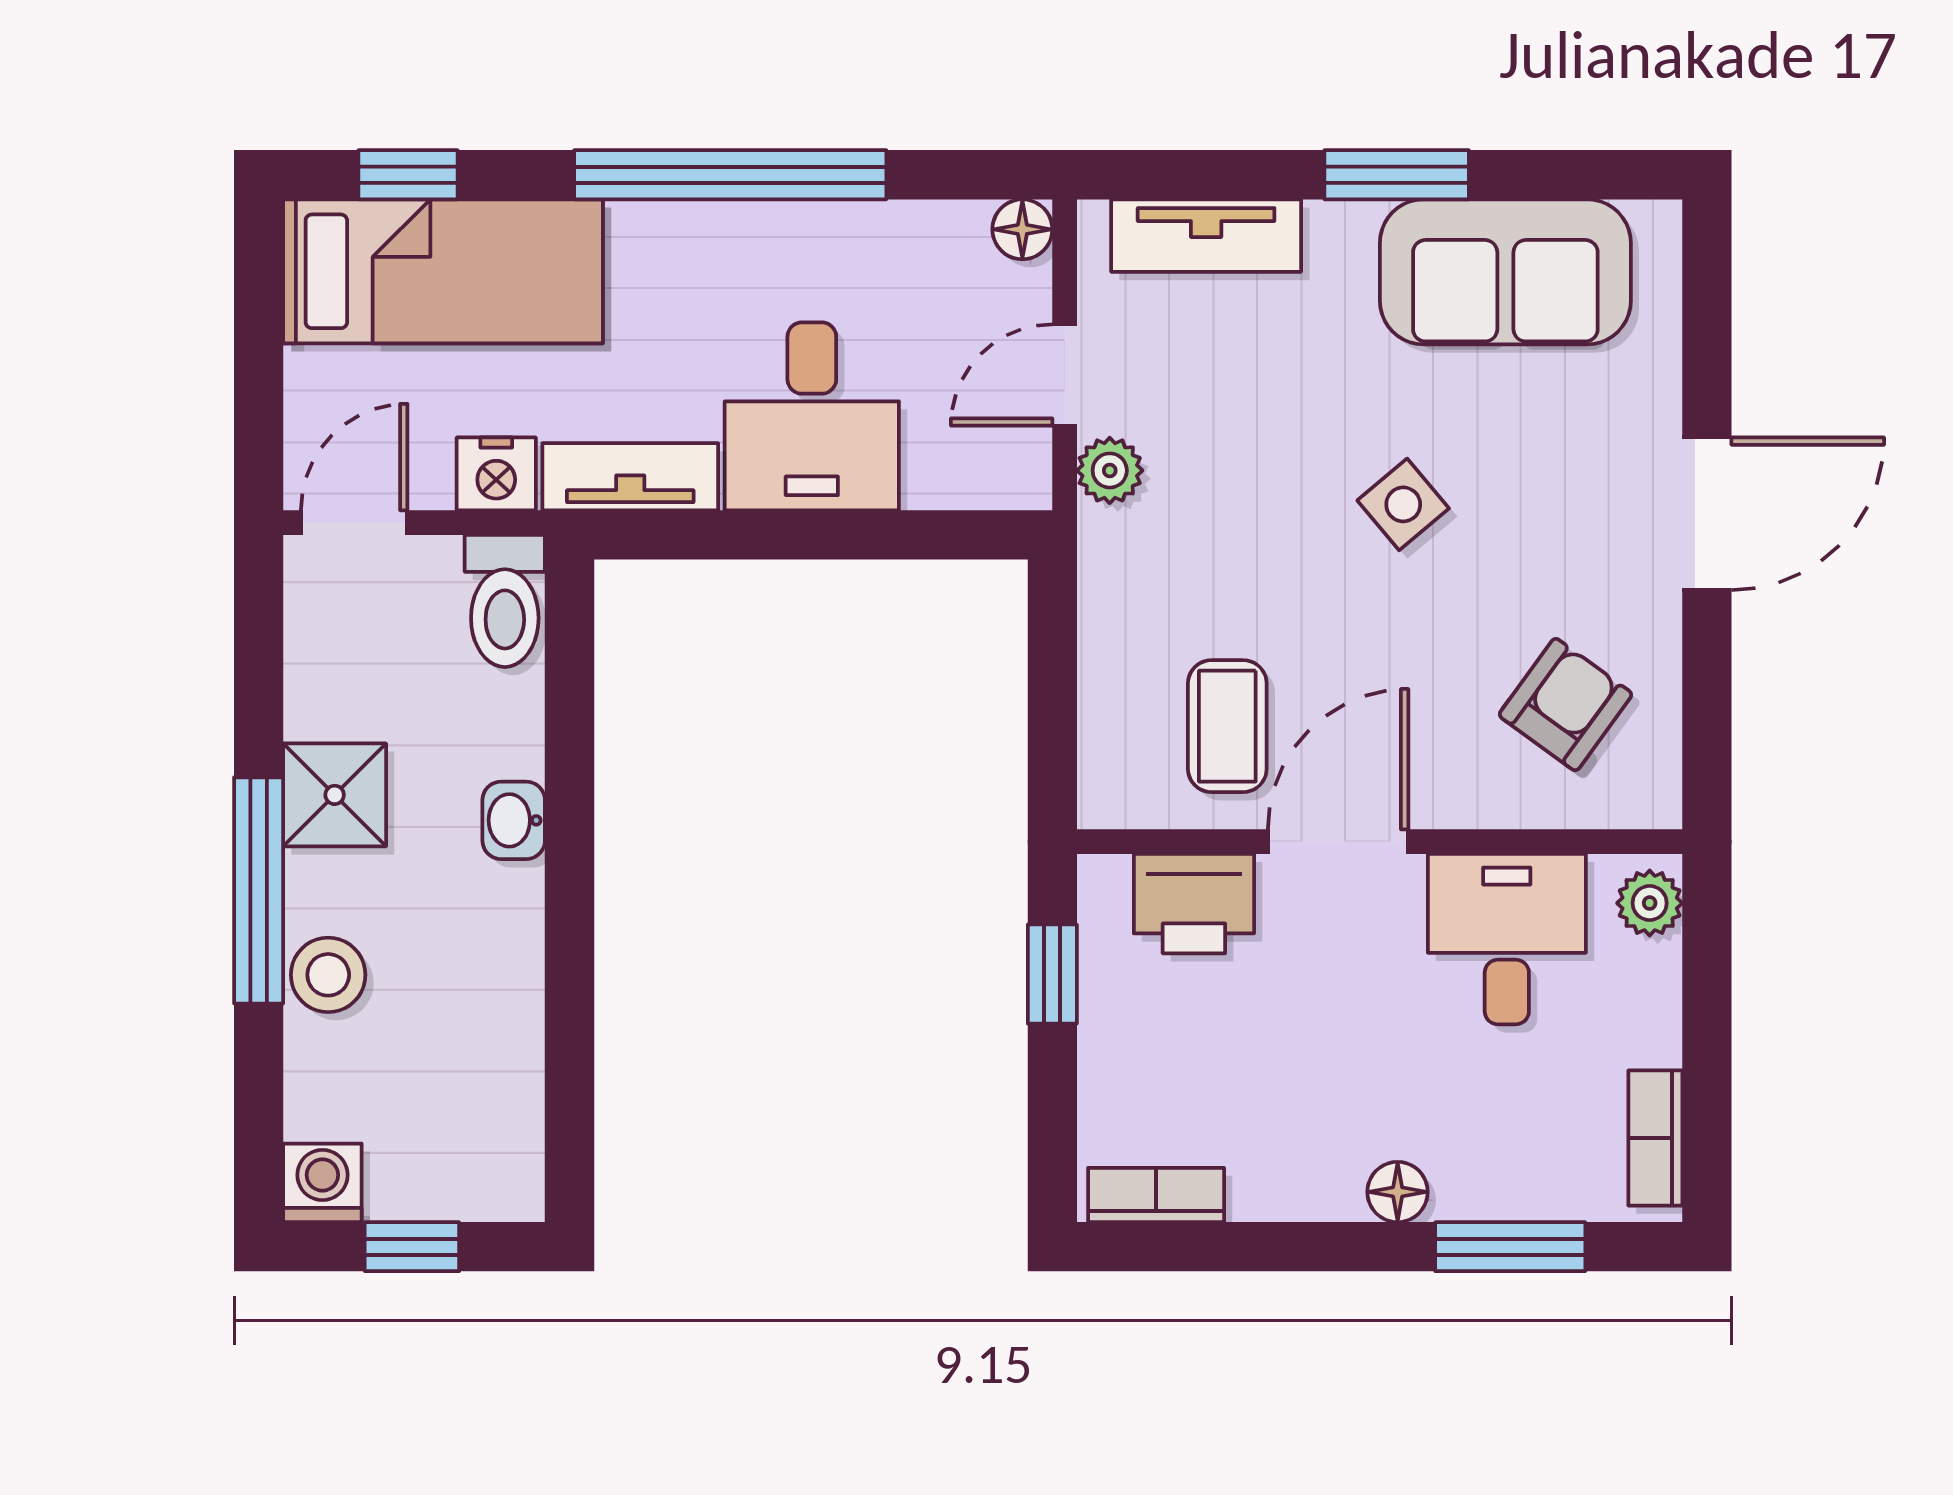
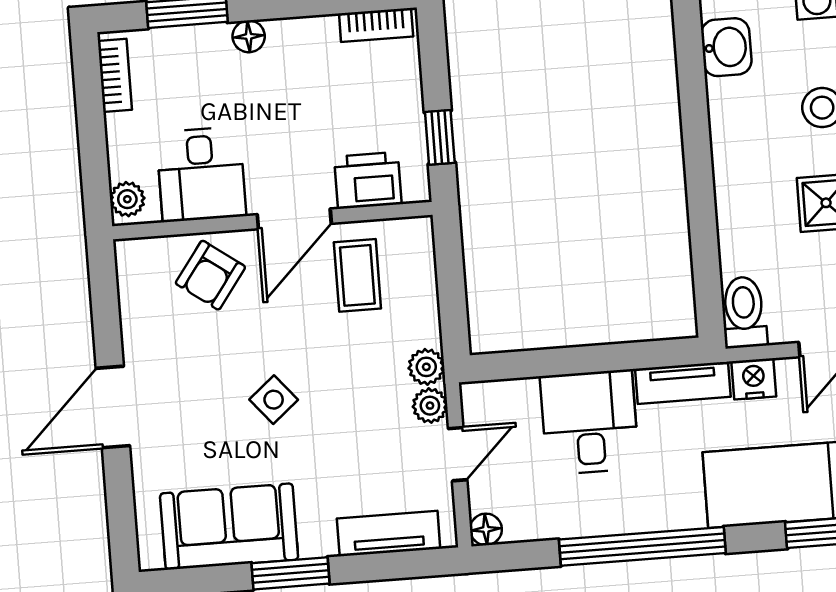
plant: (1111, 544) -> (426, 367), added
armchair: (1565, 705) -> (210, 275), moved
washbasin: (514, 820) -> (726, 47), moved, width x1.38, depth x1.45

